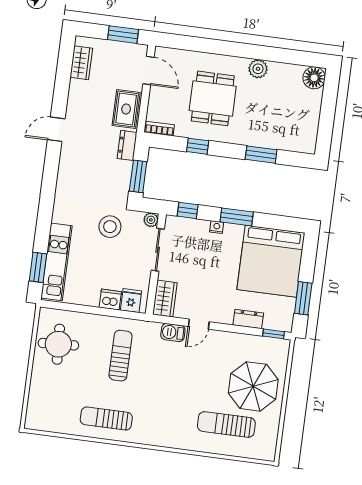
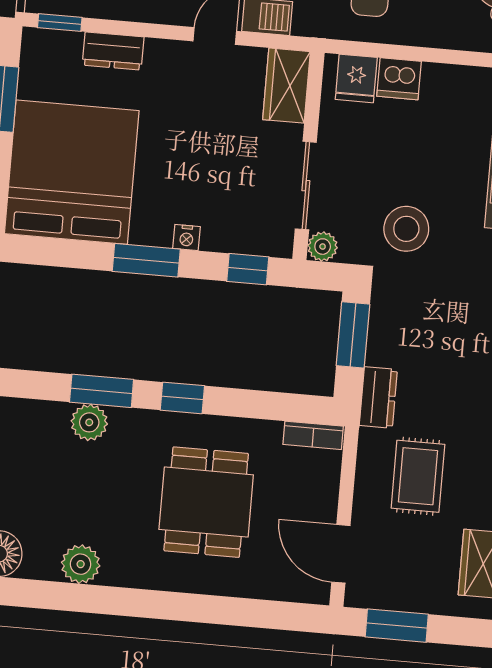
plant: (258, 69) -> (81, 564), moved
rug: (126, 109) -> (418, 476), moved
plant: (268, 140) -> (89, 422), added
window: (198, 146) -> (182, 398), moved

